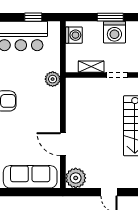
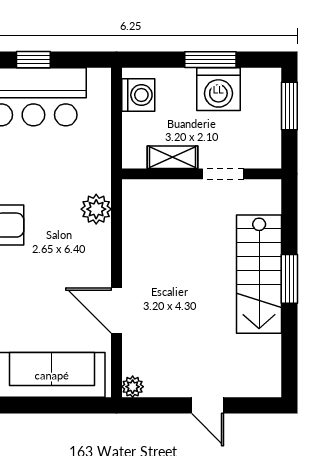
window: (33, 17) -> (33, 60), moved
plant: (53, 79) -> (96, 209), moved
plant: (76, 178) -> (133, 387), width x0.53, depth x0.53

